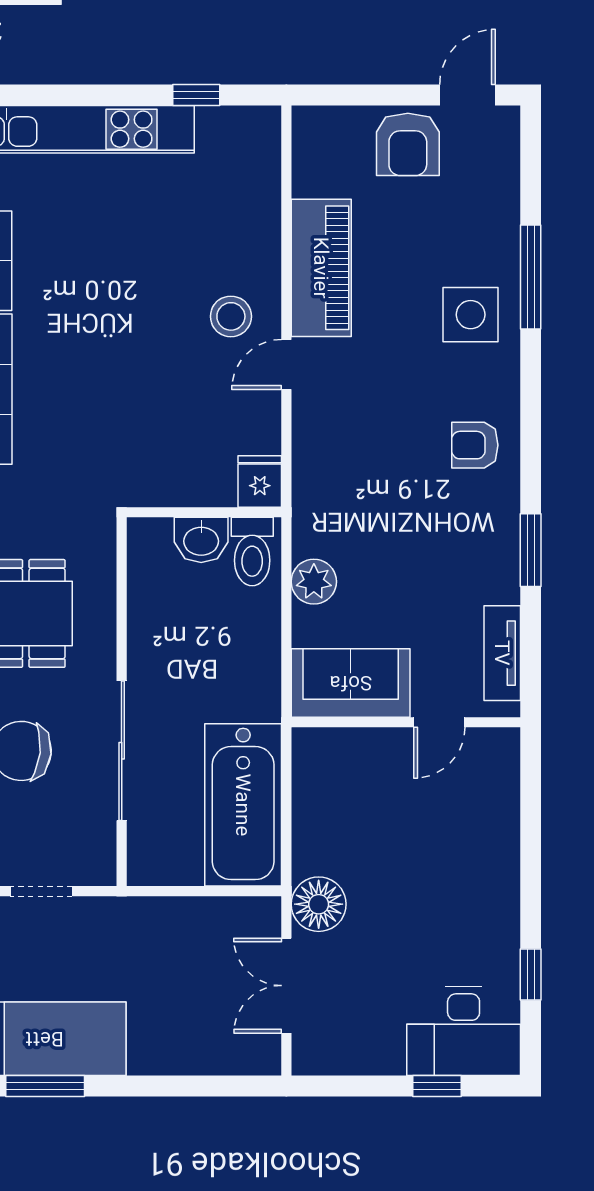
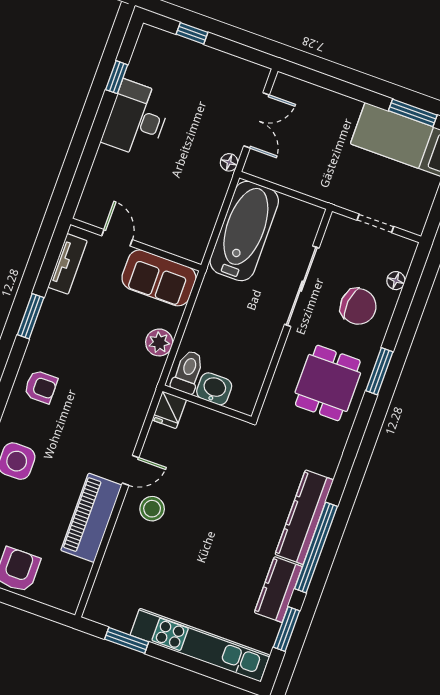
window: (196, 95) -> (127, 640), width x1.50
door: (439, 722) -> (117, 238), hinge flipped
floor lamp: (319, 904) -> (229, 162), width x0.53, depth x0.53
desk: (464, 1031) -> (137, 119), moved, turned -90

